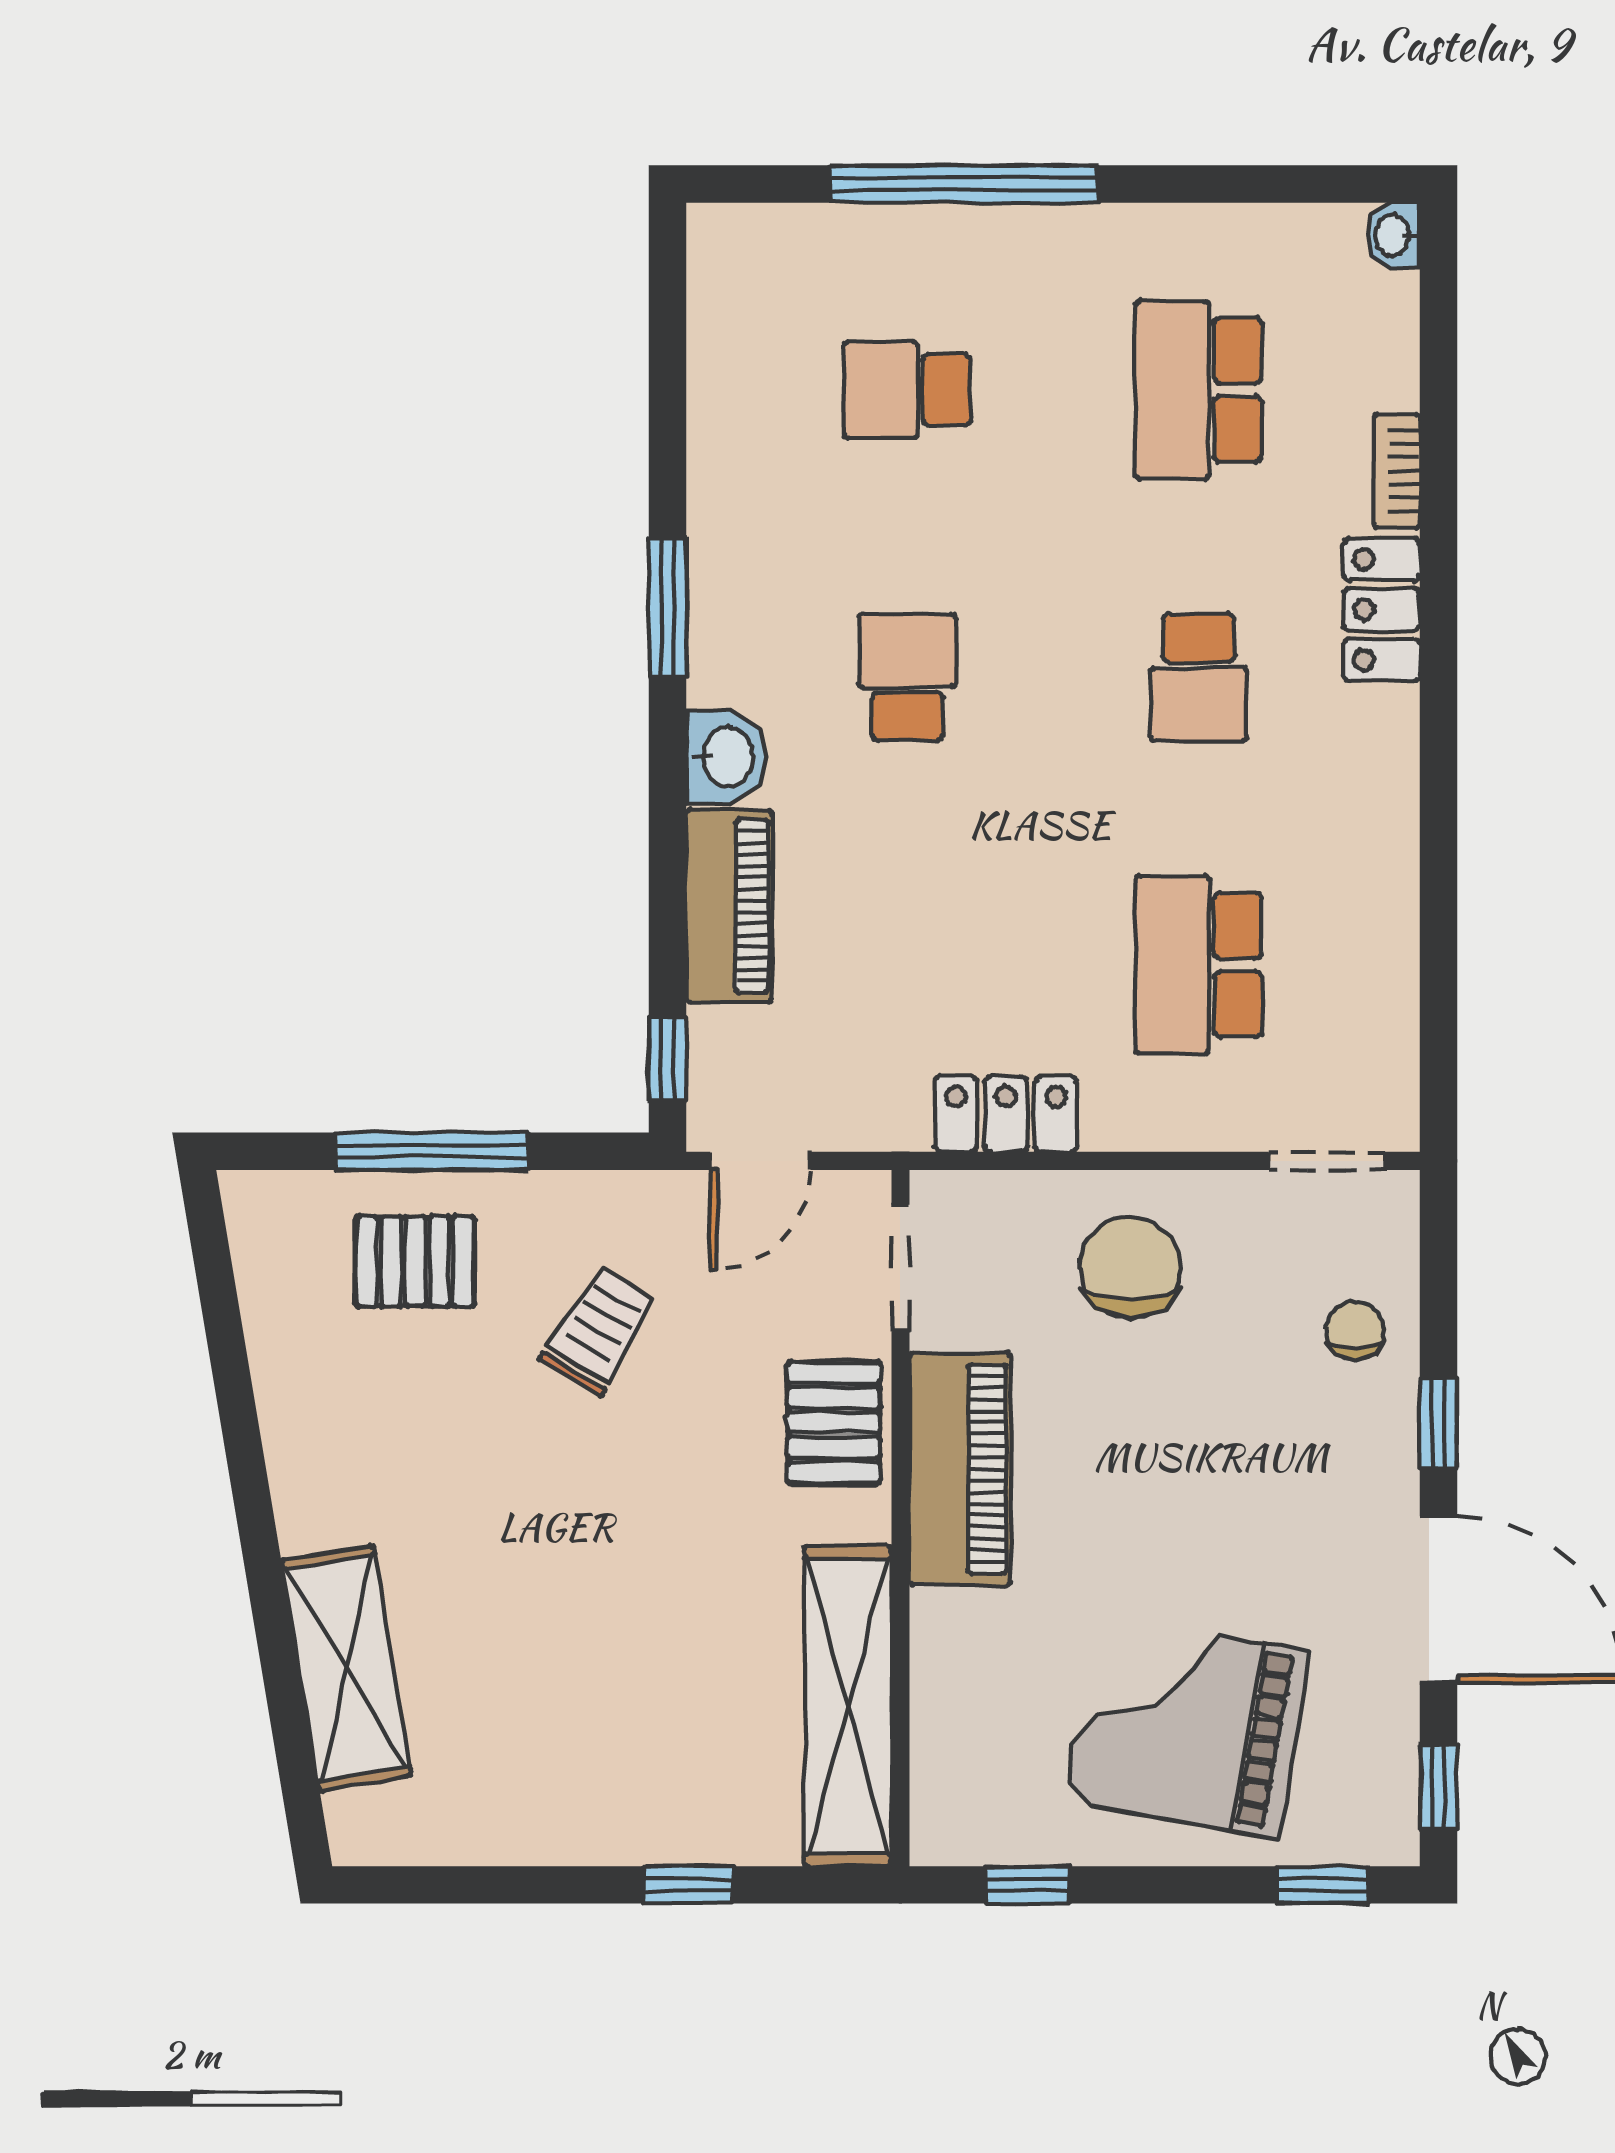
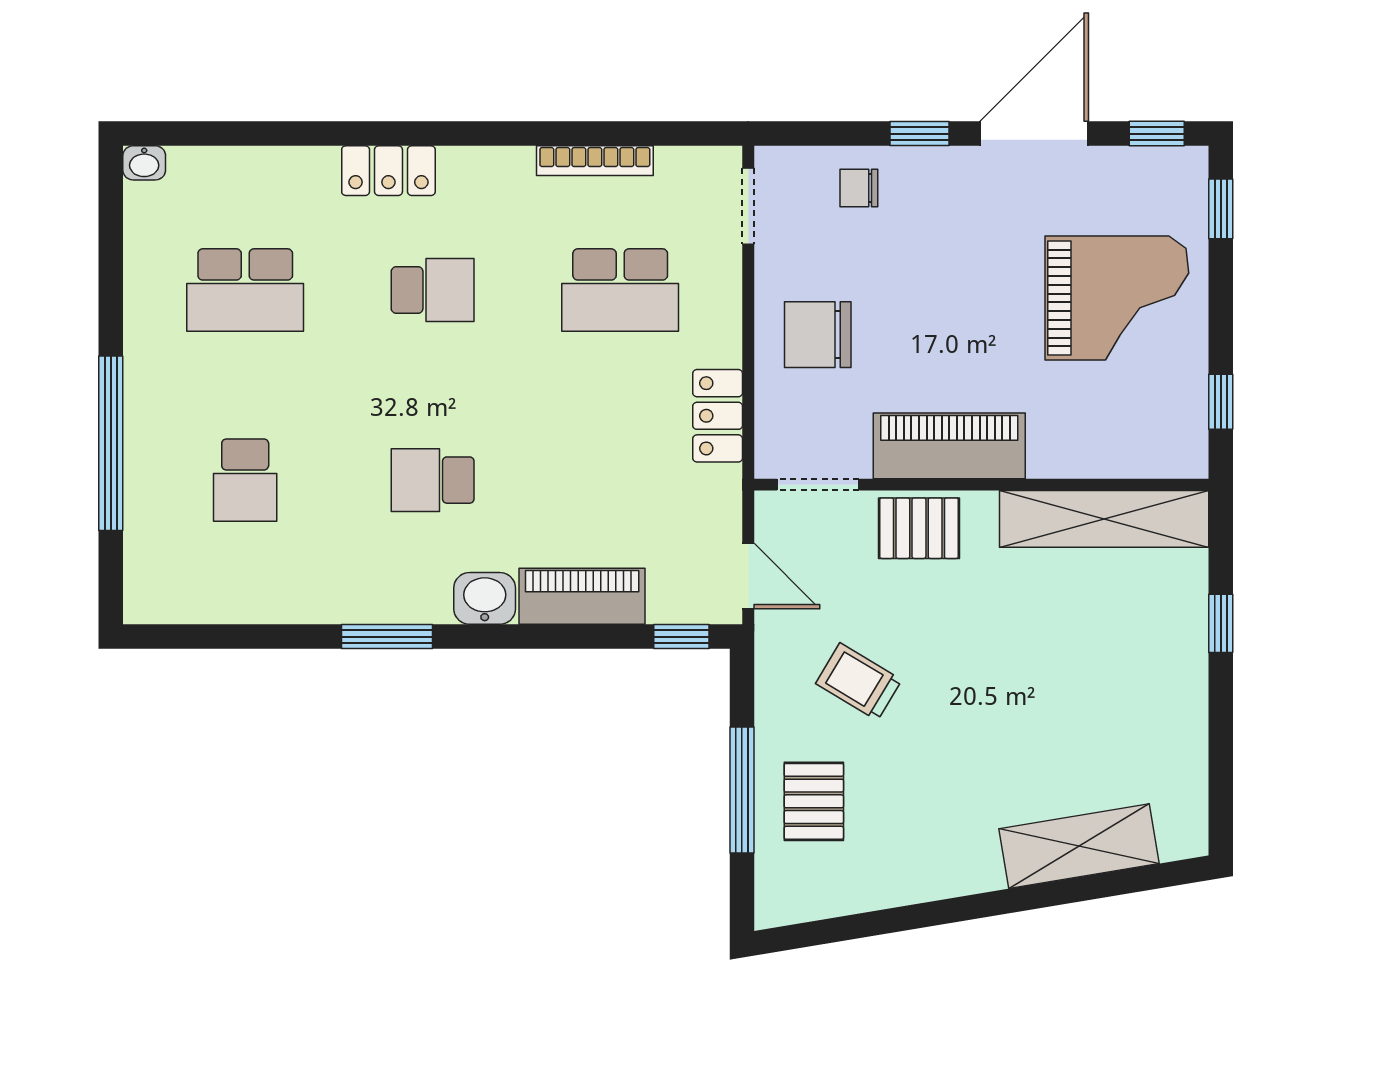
bookcase: (1397, 471) -> (595, 161), moved, width x1.56
grand piano: (1186, 1726) -> (1117, 298), turned -100

